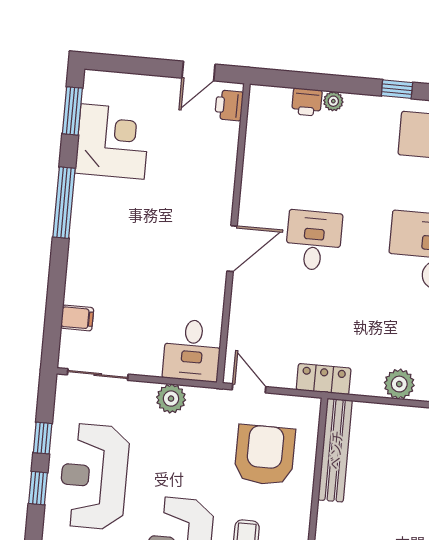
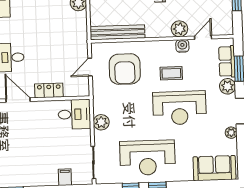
locker: (324, 379) -> (49, 90), moved, turned 90
door: (249, 388) -> (90, 67), moved
armchair: (265, 455) -> (125, 69), turned -90

